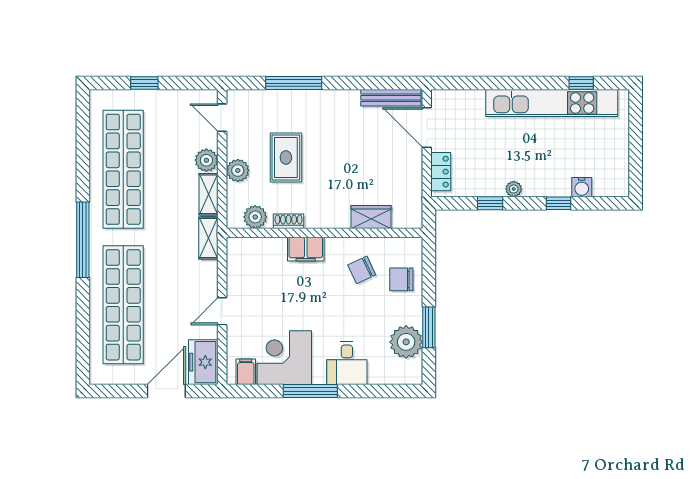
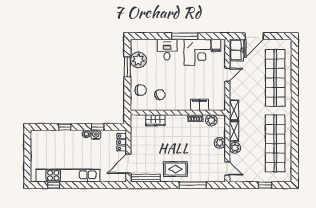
door: (427, 127) -> (128, 164), swing flipped
rug: (286, 158) -> (175, 169), moved, turned 90
water cooler: (582, 187) -> (96, 135), moved
window: (83, 240) -> (295, 109), removed
filing cabinet: (306, 249) -> (200, 105), moved

